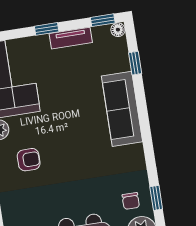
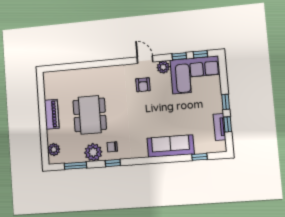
window: (103, 20) -> (228, 124), moved
floor lamp: (118, 30) -> (222, 148), removed
tv unit: (71, 38) -> (219, 127), moved

